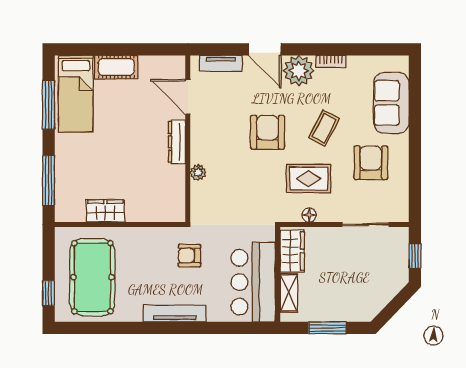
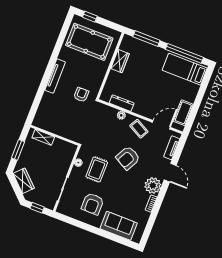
door: (265, 49) -> (170, 173), swing flipped
cot: (116, 67) -> (183, 113), moved
window: (49, 105) -> (184, 53), width x1.46
coffee table: (324, 128) -> (139, 129), moved
armchair: (268, 132) -> (128, 158), turned 118
dresser: (177, 142) -> (122, 103), moved
armchair: (371, 163) -> (93, 204), turned 90
wardrobe: (292, 251) -> (24, 181), moved, turned -136
bar counter: (253, 282) -> (56, 121), removed

